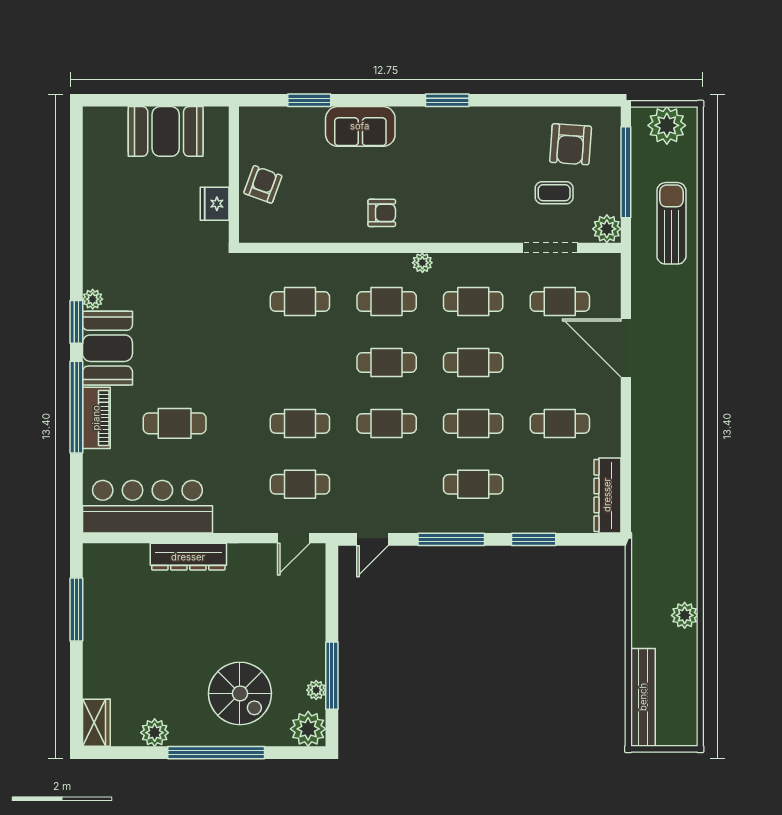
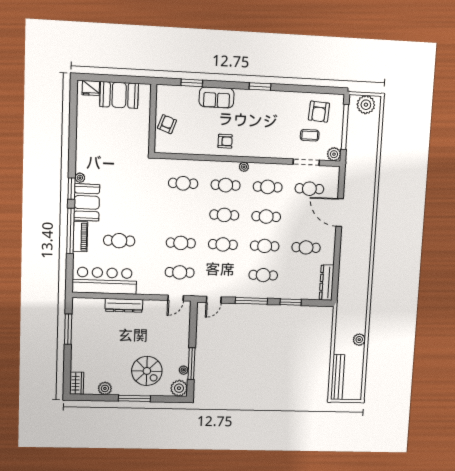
fridge: (215, 204) -> (91, 88), moved, turned -90
sun lounger: (671, 223) -> (365, 153), removed
window: (216, 753) -> (134, 398), width x0.68

